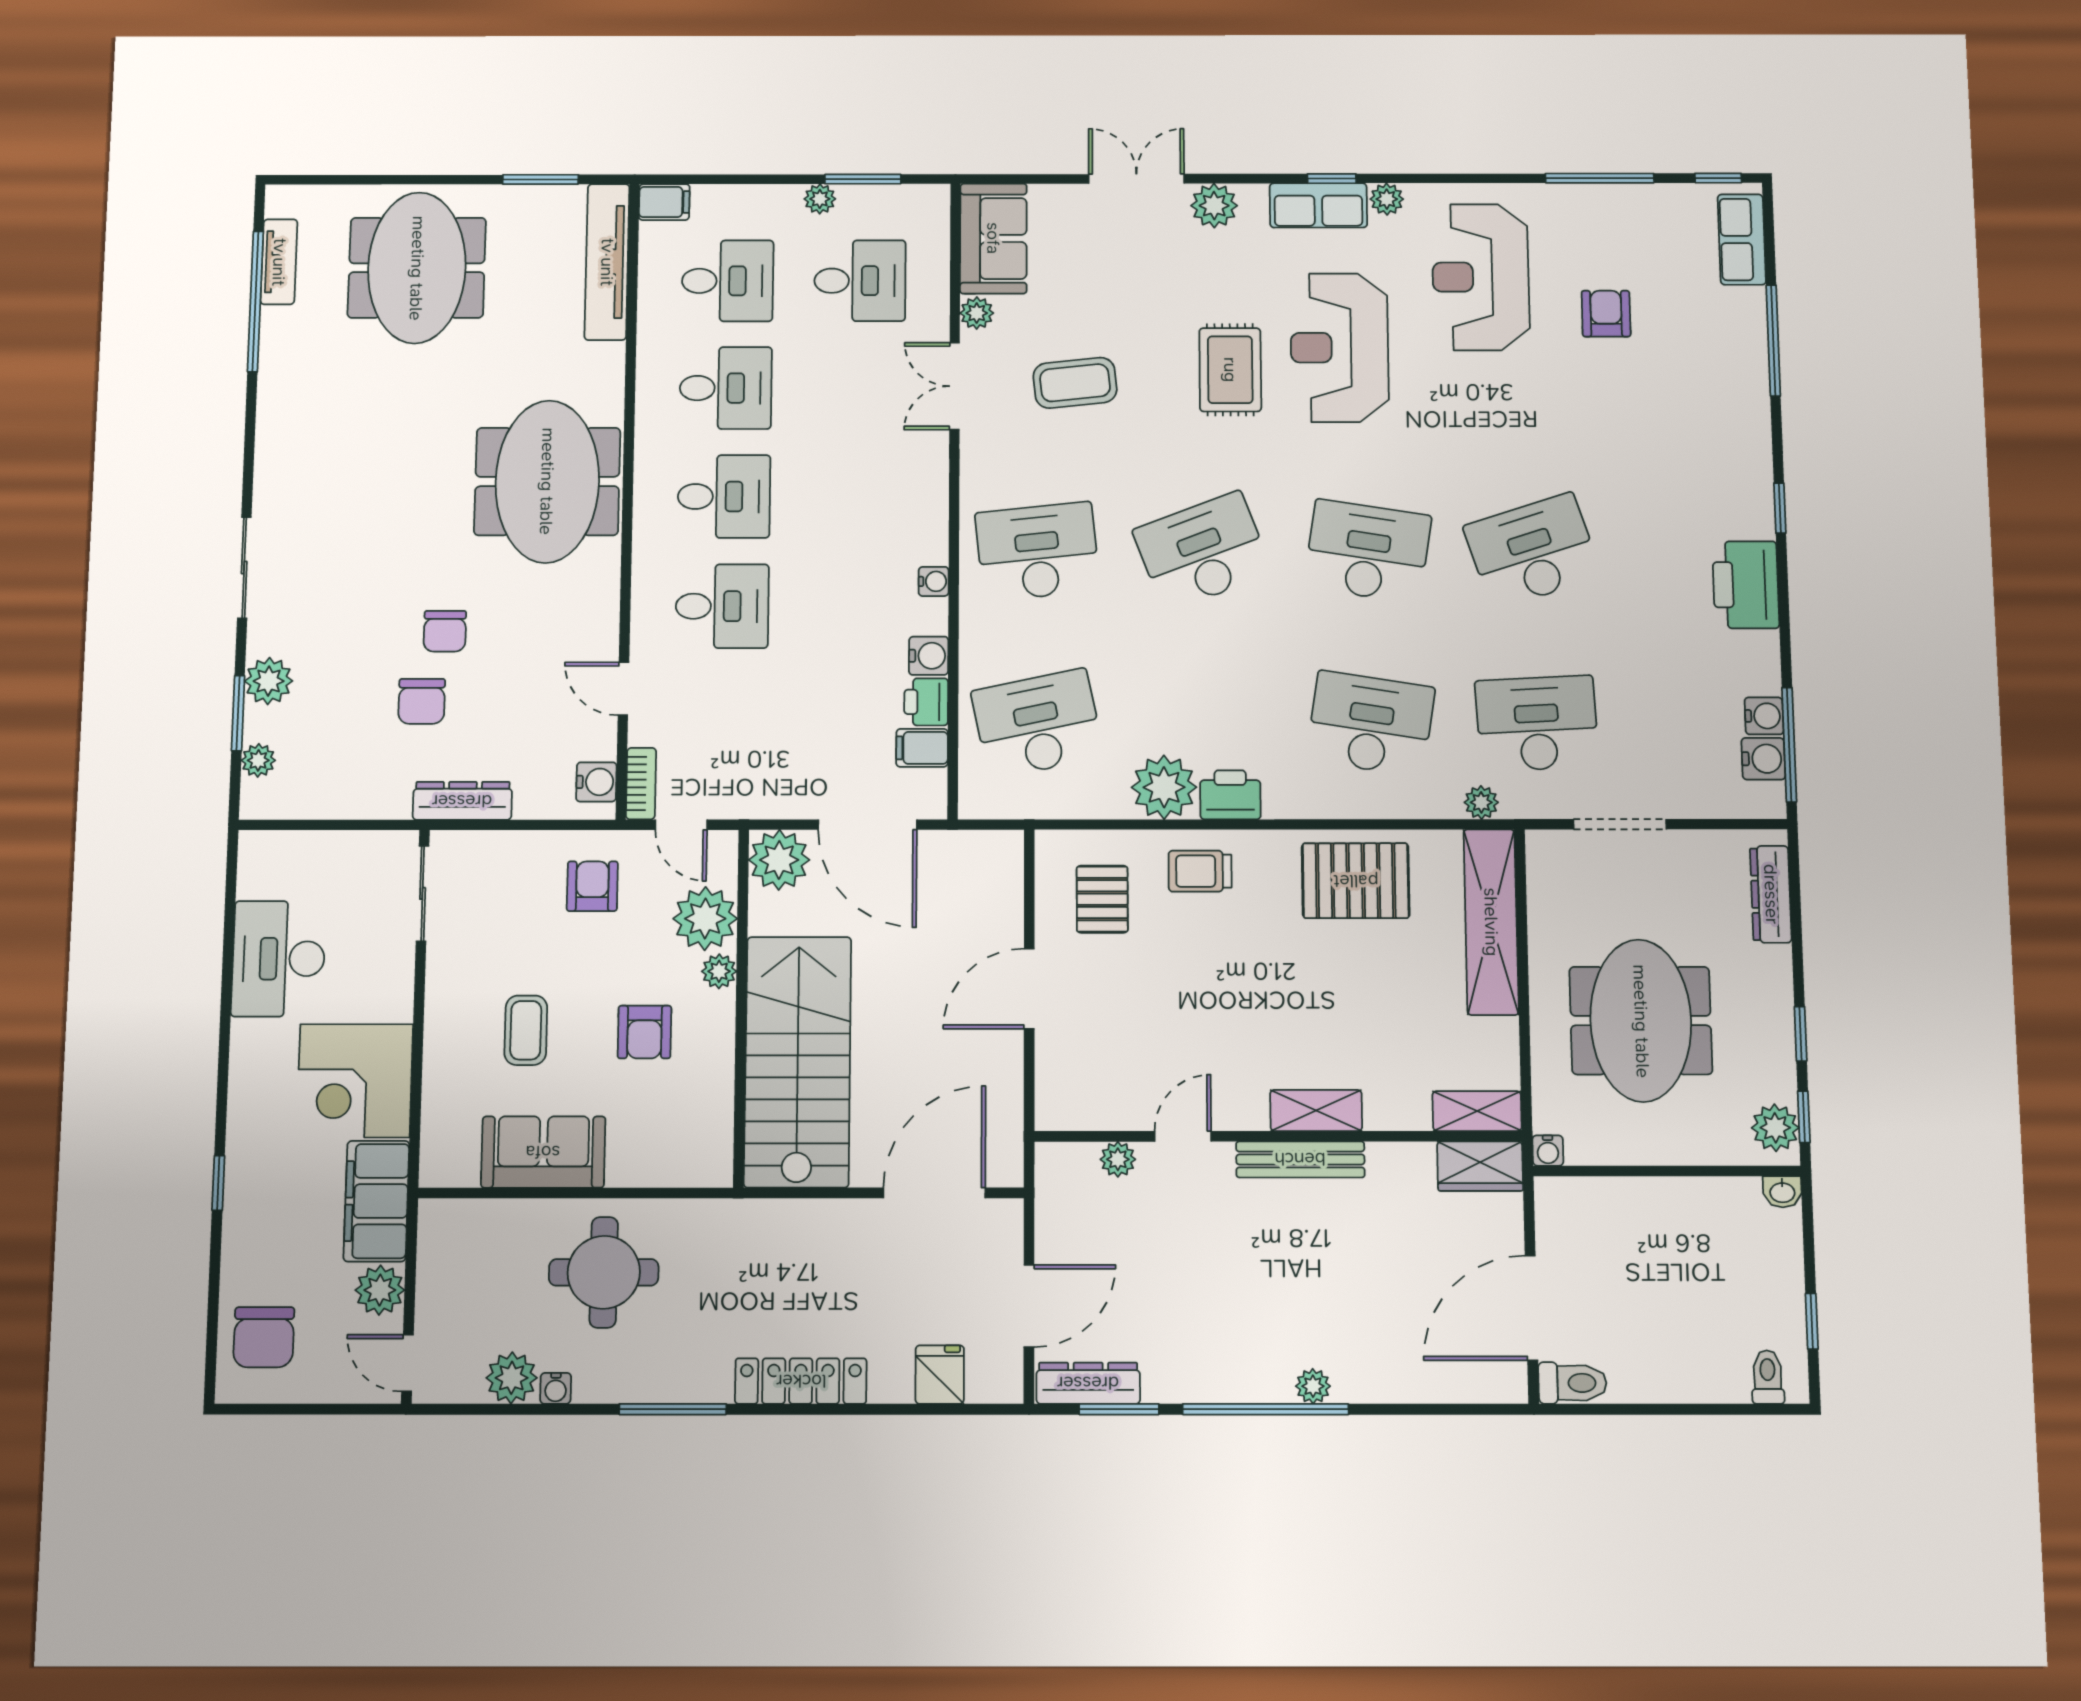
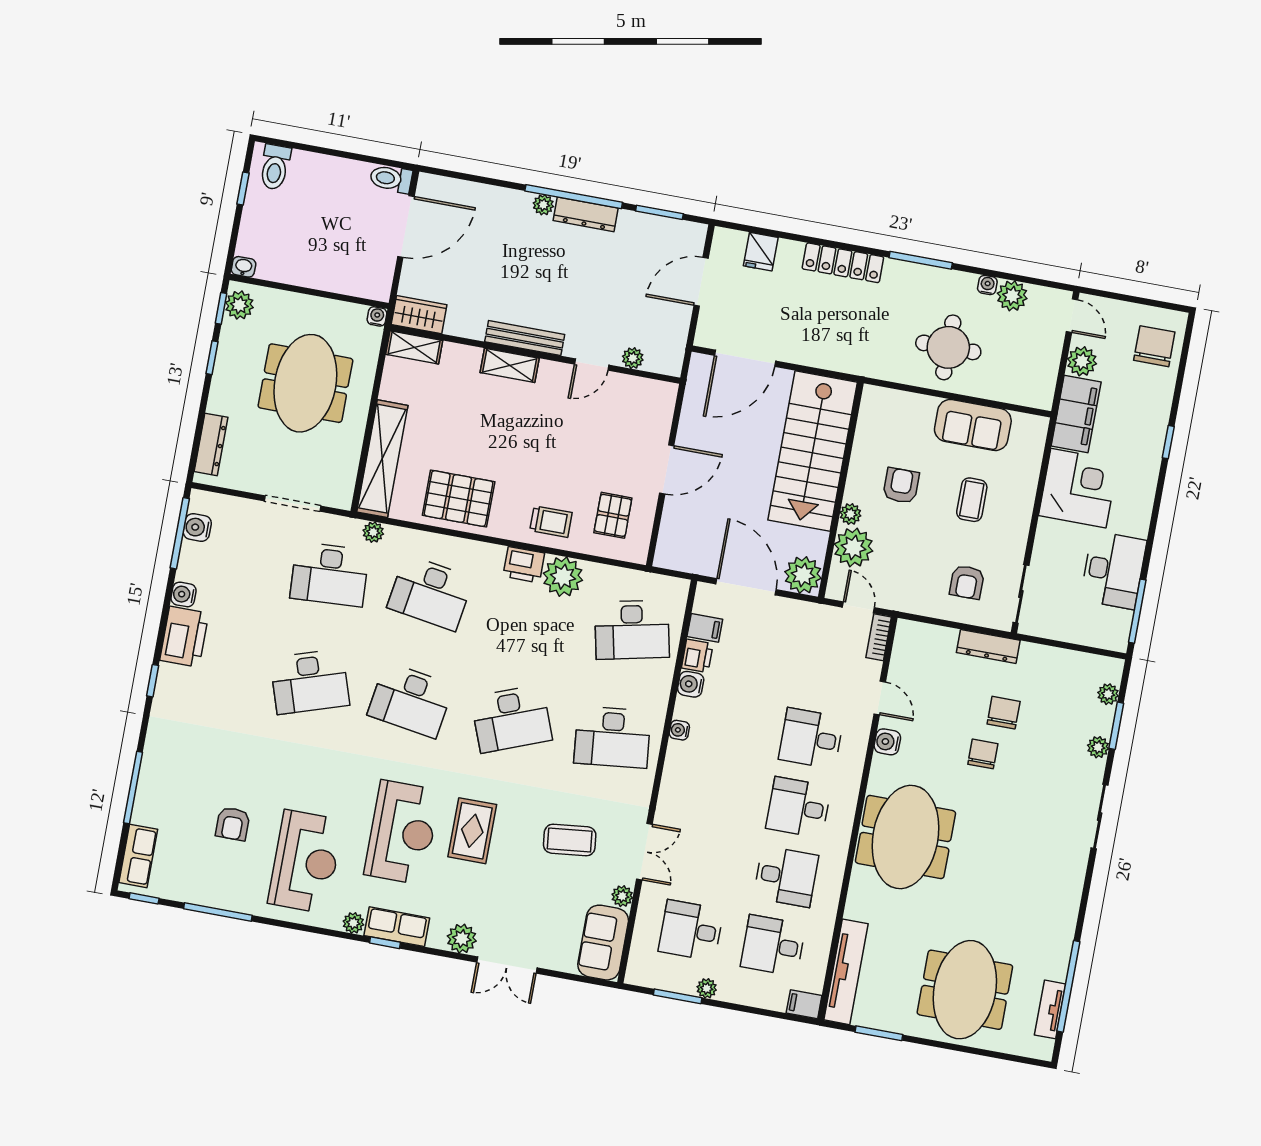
desk: (726, 388) -> (786, 876), turned 180
plant: (269, 681) -> (1098, 747), width x0.73, depth x0.73
water cooler: (1764, 716) -> (184, 594), moved
water cooler: (596, 782) -> (887, 742), moved
armchair: (592, 886) -> (967, 582), moved
window: (230, 900) -> (1137, 611), added
toilet: (1768, 1377) -> (275, 167), width x1.37, depth x1.39
dresser: (1088, 1383) -> (586, 214), moved

